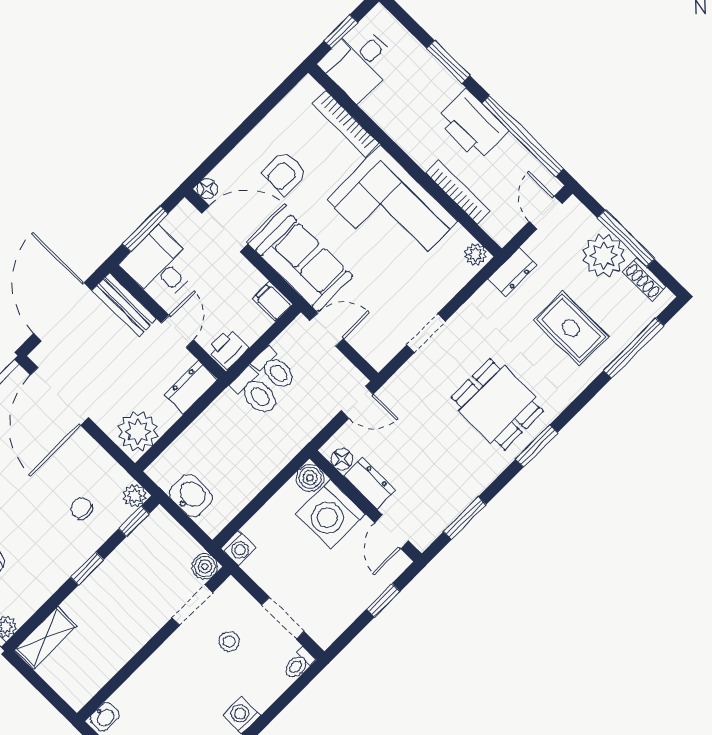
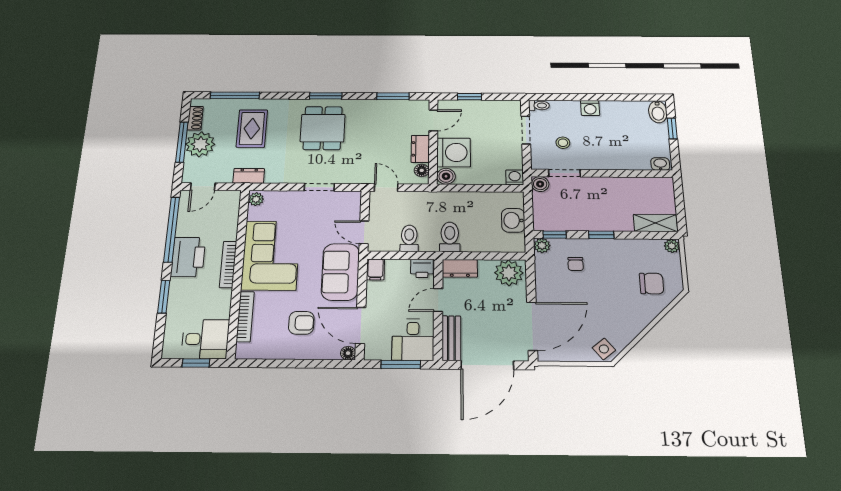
bookcase: (458, 192) -> (228, 264), moved
toilet: (255, 392) -> (450, 237), moved

